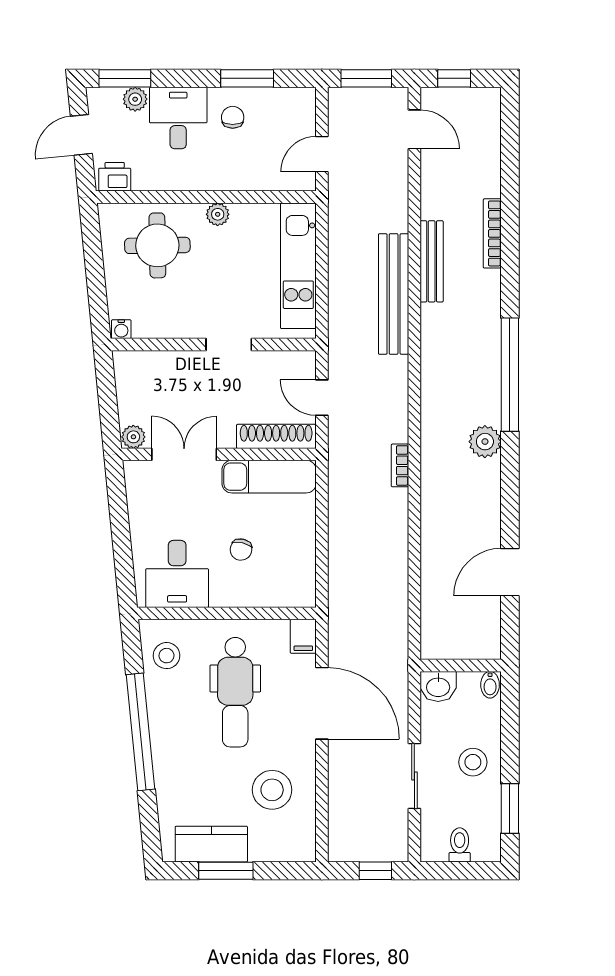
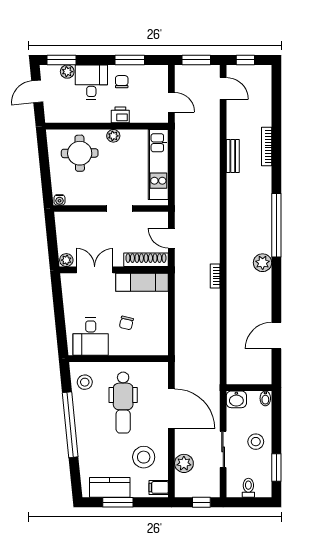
door: (322, 154) -> (171, 102), swing flipped
printer: (115, 177) -> (120, 115), moved
bench: (432, 261) -> (233, 156), width x0.73
bench: (394, 294) -> (212, 180), removed
filing cabinet: (303, 636) -> (159, 487), moved, turned 90
plant: (344, 801) -> (184, 463), added

